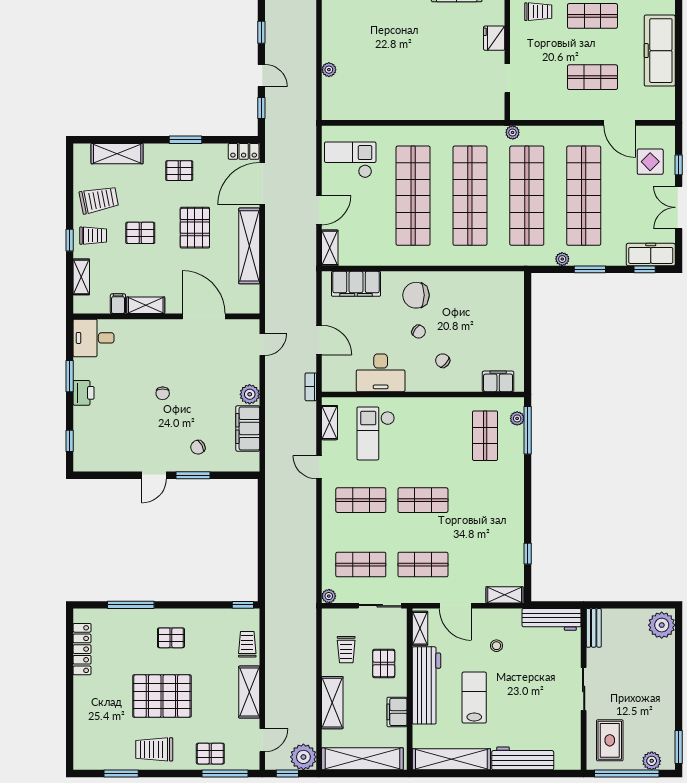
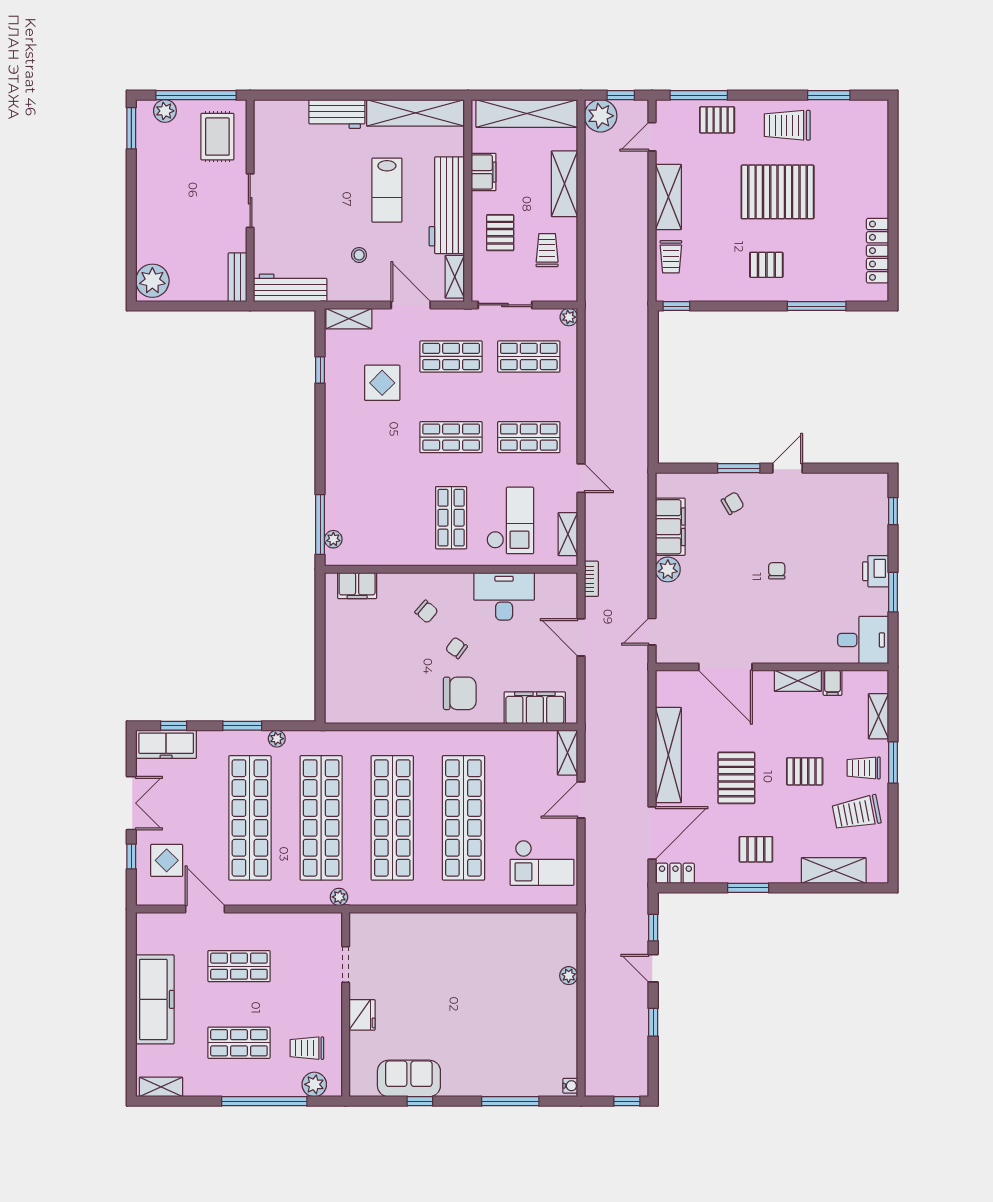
window: (70, 240) -> (893, 762), width x1.50
shop shelf: (485, 436) -> (451, 518), moved
display table: (478, 543) -> (382, 383), added
trolley: (154, 749) -> (787, 125), turned 180
workbench: (523, 758) -> (337, 114), width x0.73

